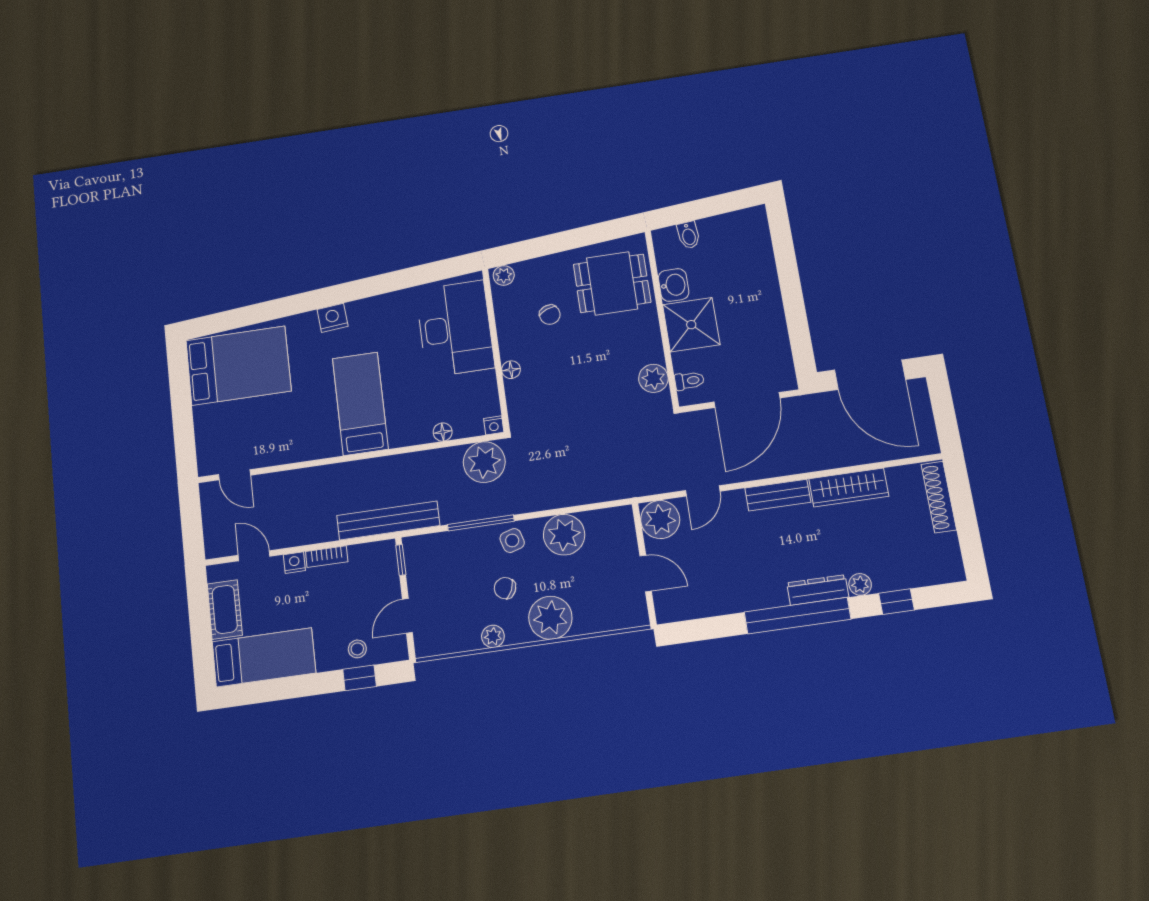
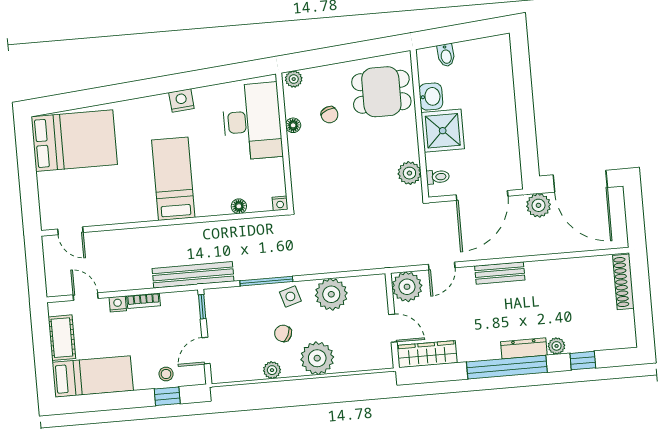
nightstand: (333, 318) -> (181, 100), moved
floor lamp: (511, 370) -> (293, 125), moved
plant: (484, 462) -> (538, 205), moved, width x0.73, depth x0.73
wardrobe: (849, 487) -> (427, 354), moved, turned 180

